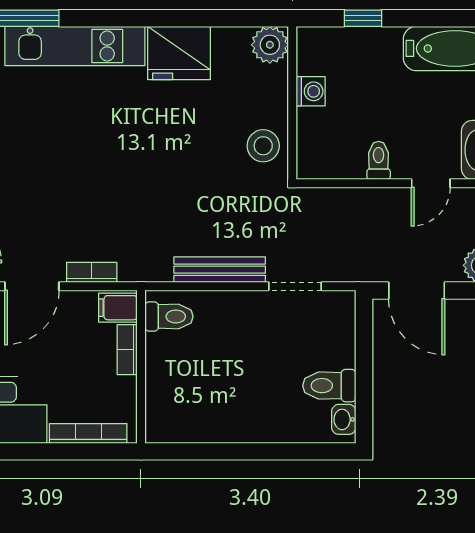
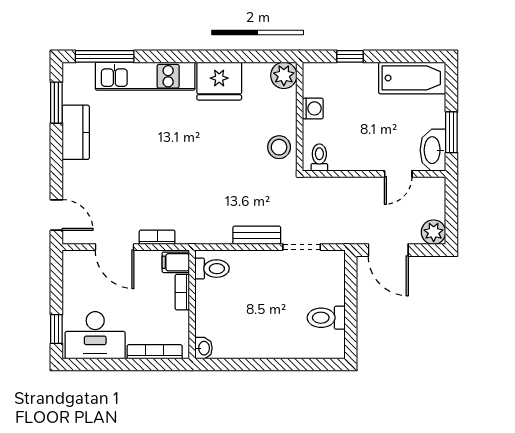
toilet: (379, 160) -> (319, 158), moved
bench: (220, 270) -> (257, 235), width x0.73
door: (32, 286) -> (115, 247), hinge flipped
washbasin: (344, 419) -> (204, 348), moved, turned 180

